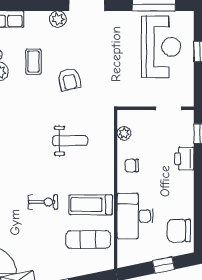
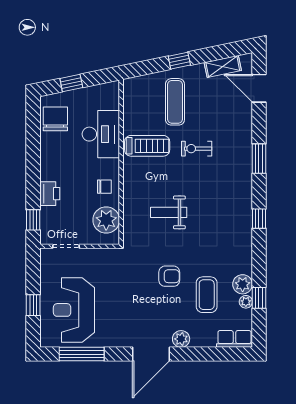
coffee table: (33, 62) -> (207, 295), width x1.36, depth x1.30
armchair: (69, 79) -> (169, 276), turned 101
plant: (124, 133) -> (106, 220), width x1.88, depth x1.88
chair: (179, 231) -> (55, 119), turned -90
exercise mat: (88, 239) -> (175, 102), moved, turned 90

